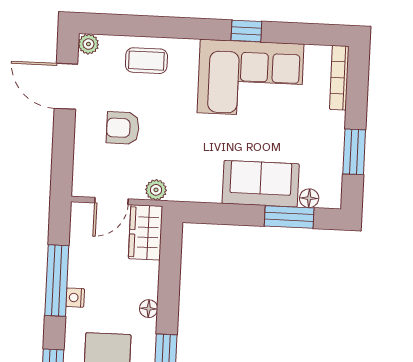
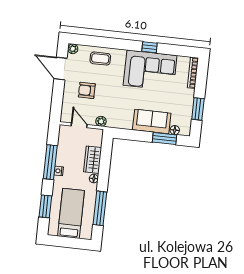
door: (111, 201) -> (79, 125), swing flipped
wardrobe: (145, 232) -> (93, 160), moved

